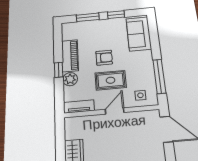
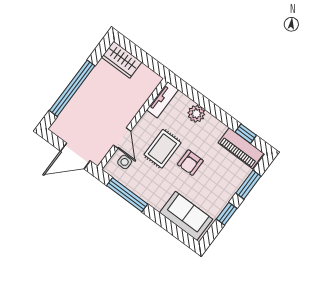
piano: (70, 56) -> (241, 148), moved
window: (59, 70) -> (246, 134), moved
door: (115, 111) -> (122, 138), moved

